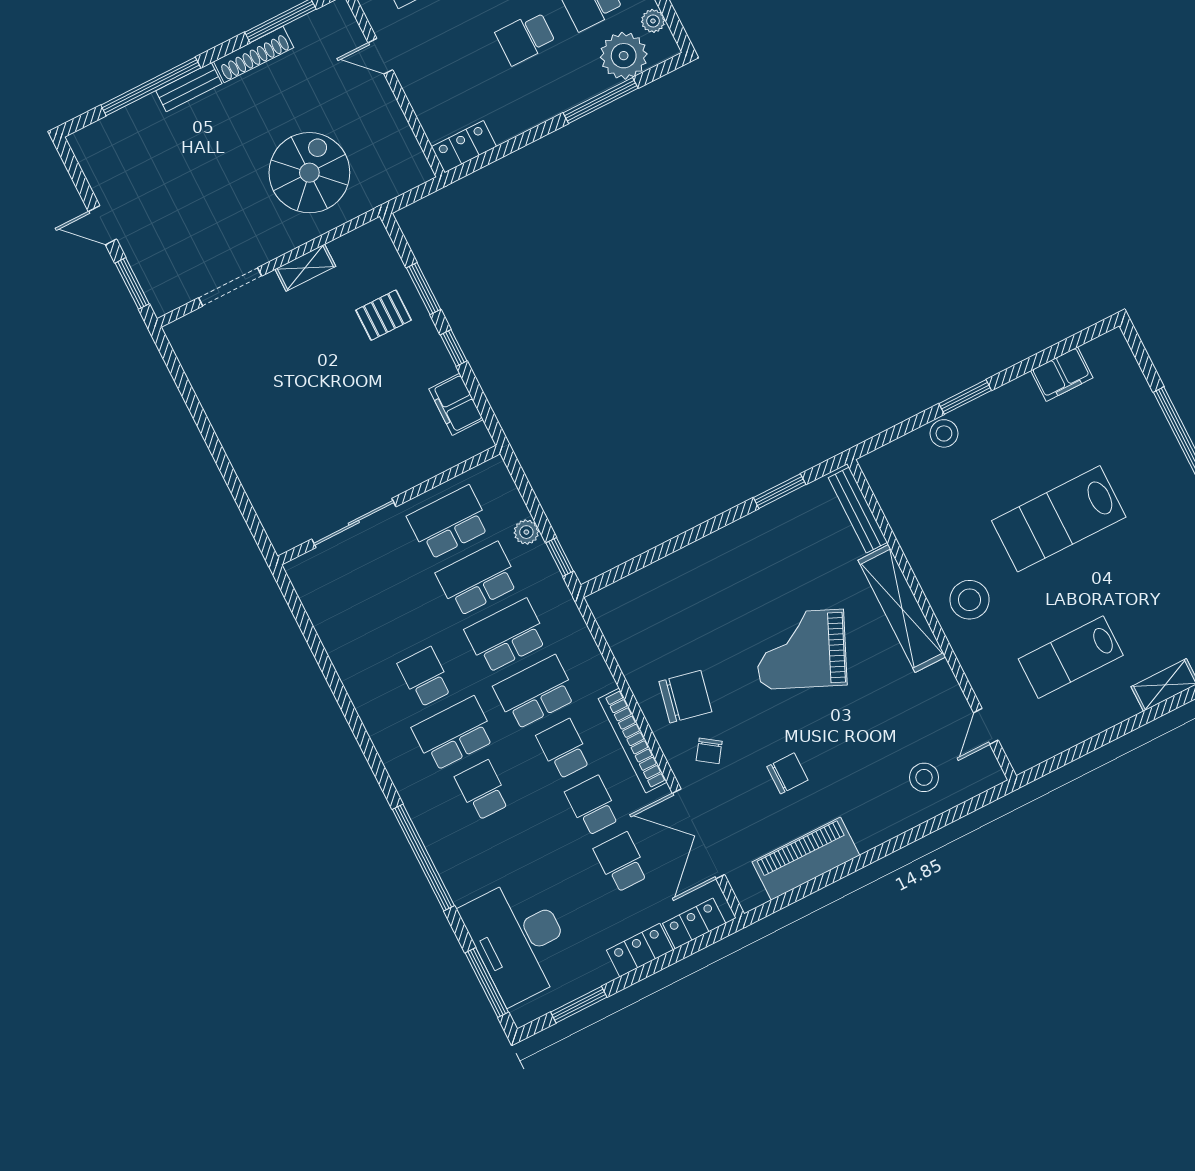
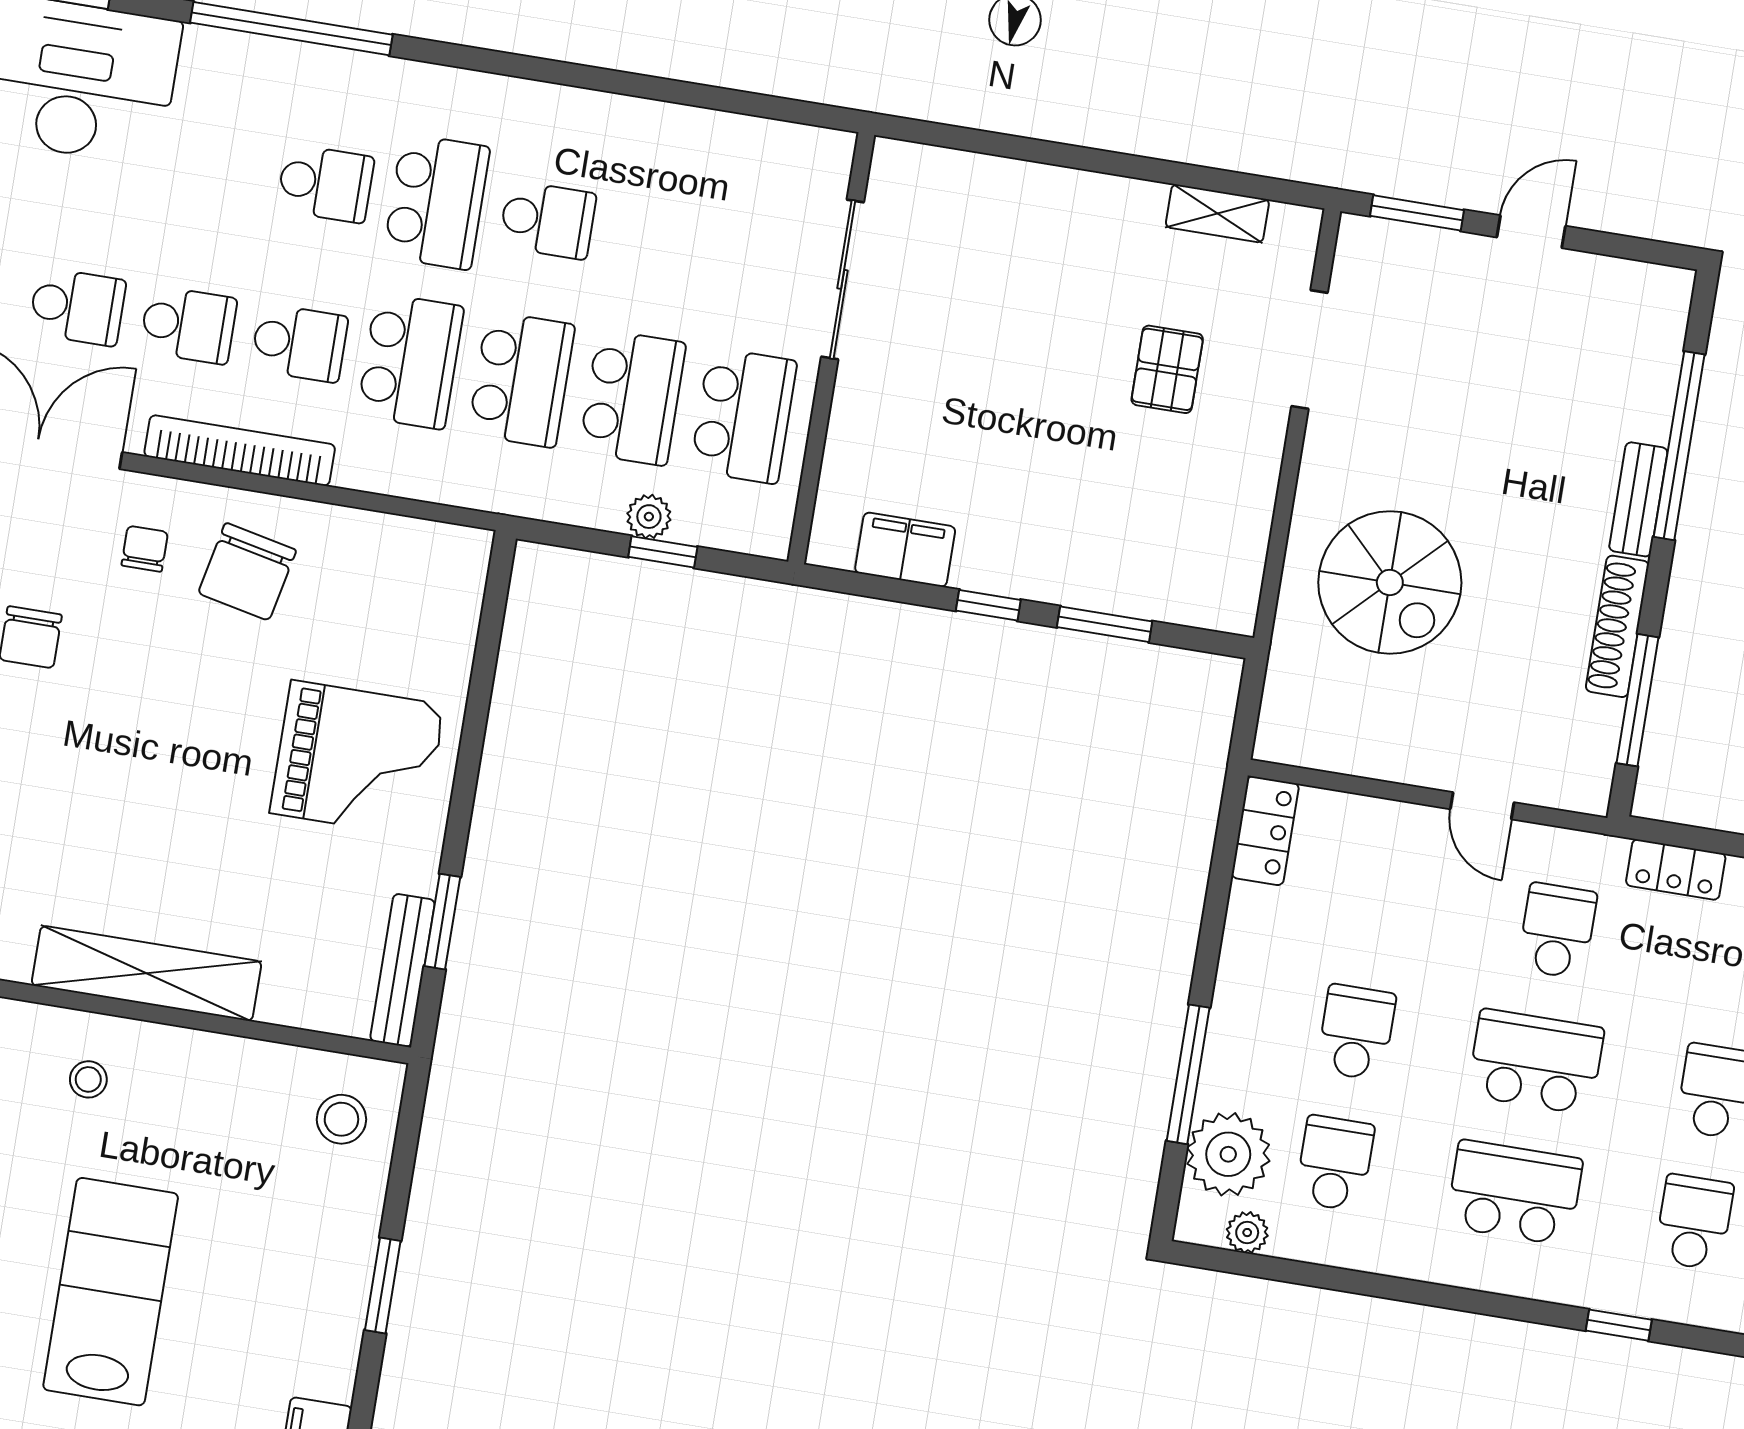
door: (380, 56) -> (1482, 806), swing flipped
shelving: (305, 268) -> (1217, 213), moved, turned 90
pallet: (384, 315) -> (1167, 369), moved
stool: (944, 433) -> (341, 1119), moved
bench: (858, 510) -> (402, 970), moved, turned 90
window: (560, 557) -> (663, 552), moved
stool: (970, 600) -> (88, 1079), width x0.53, depth x0.53
grand piano: (801, 649) -> (357, 759), moved, turned 66
chair: (709, 751) -> (145, 549), turned 55

